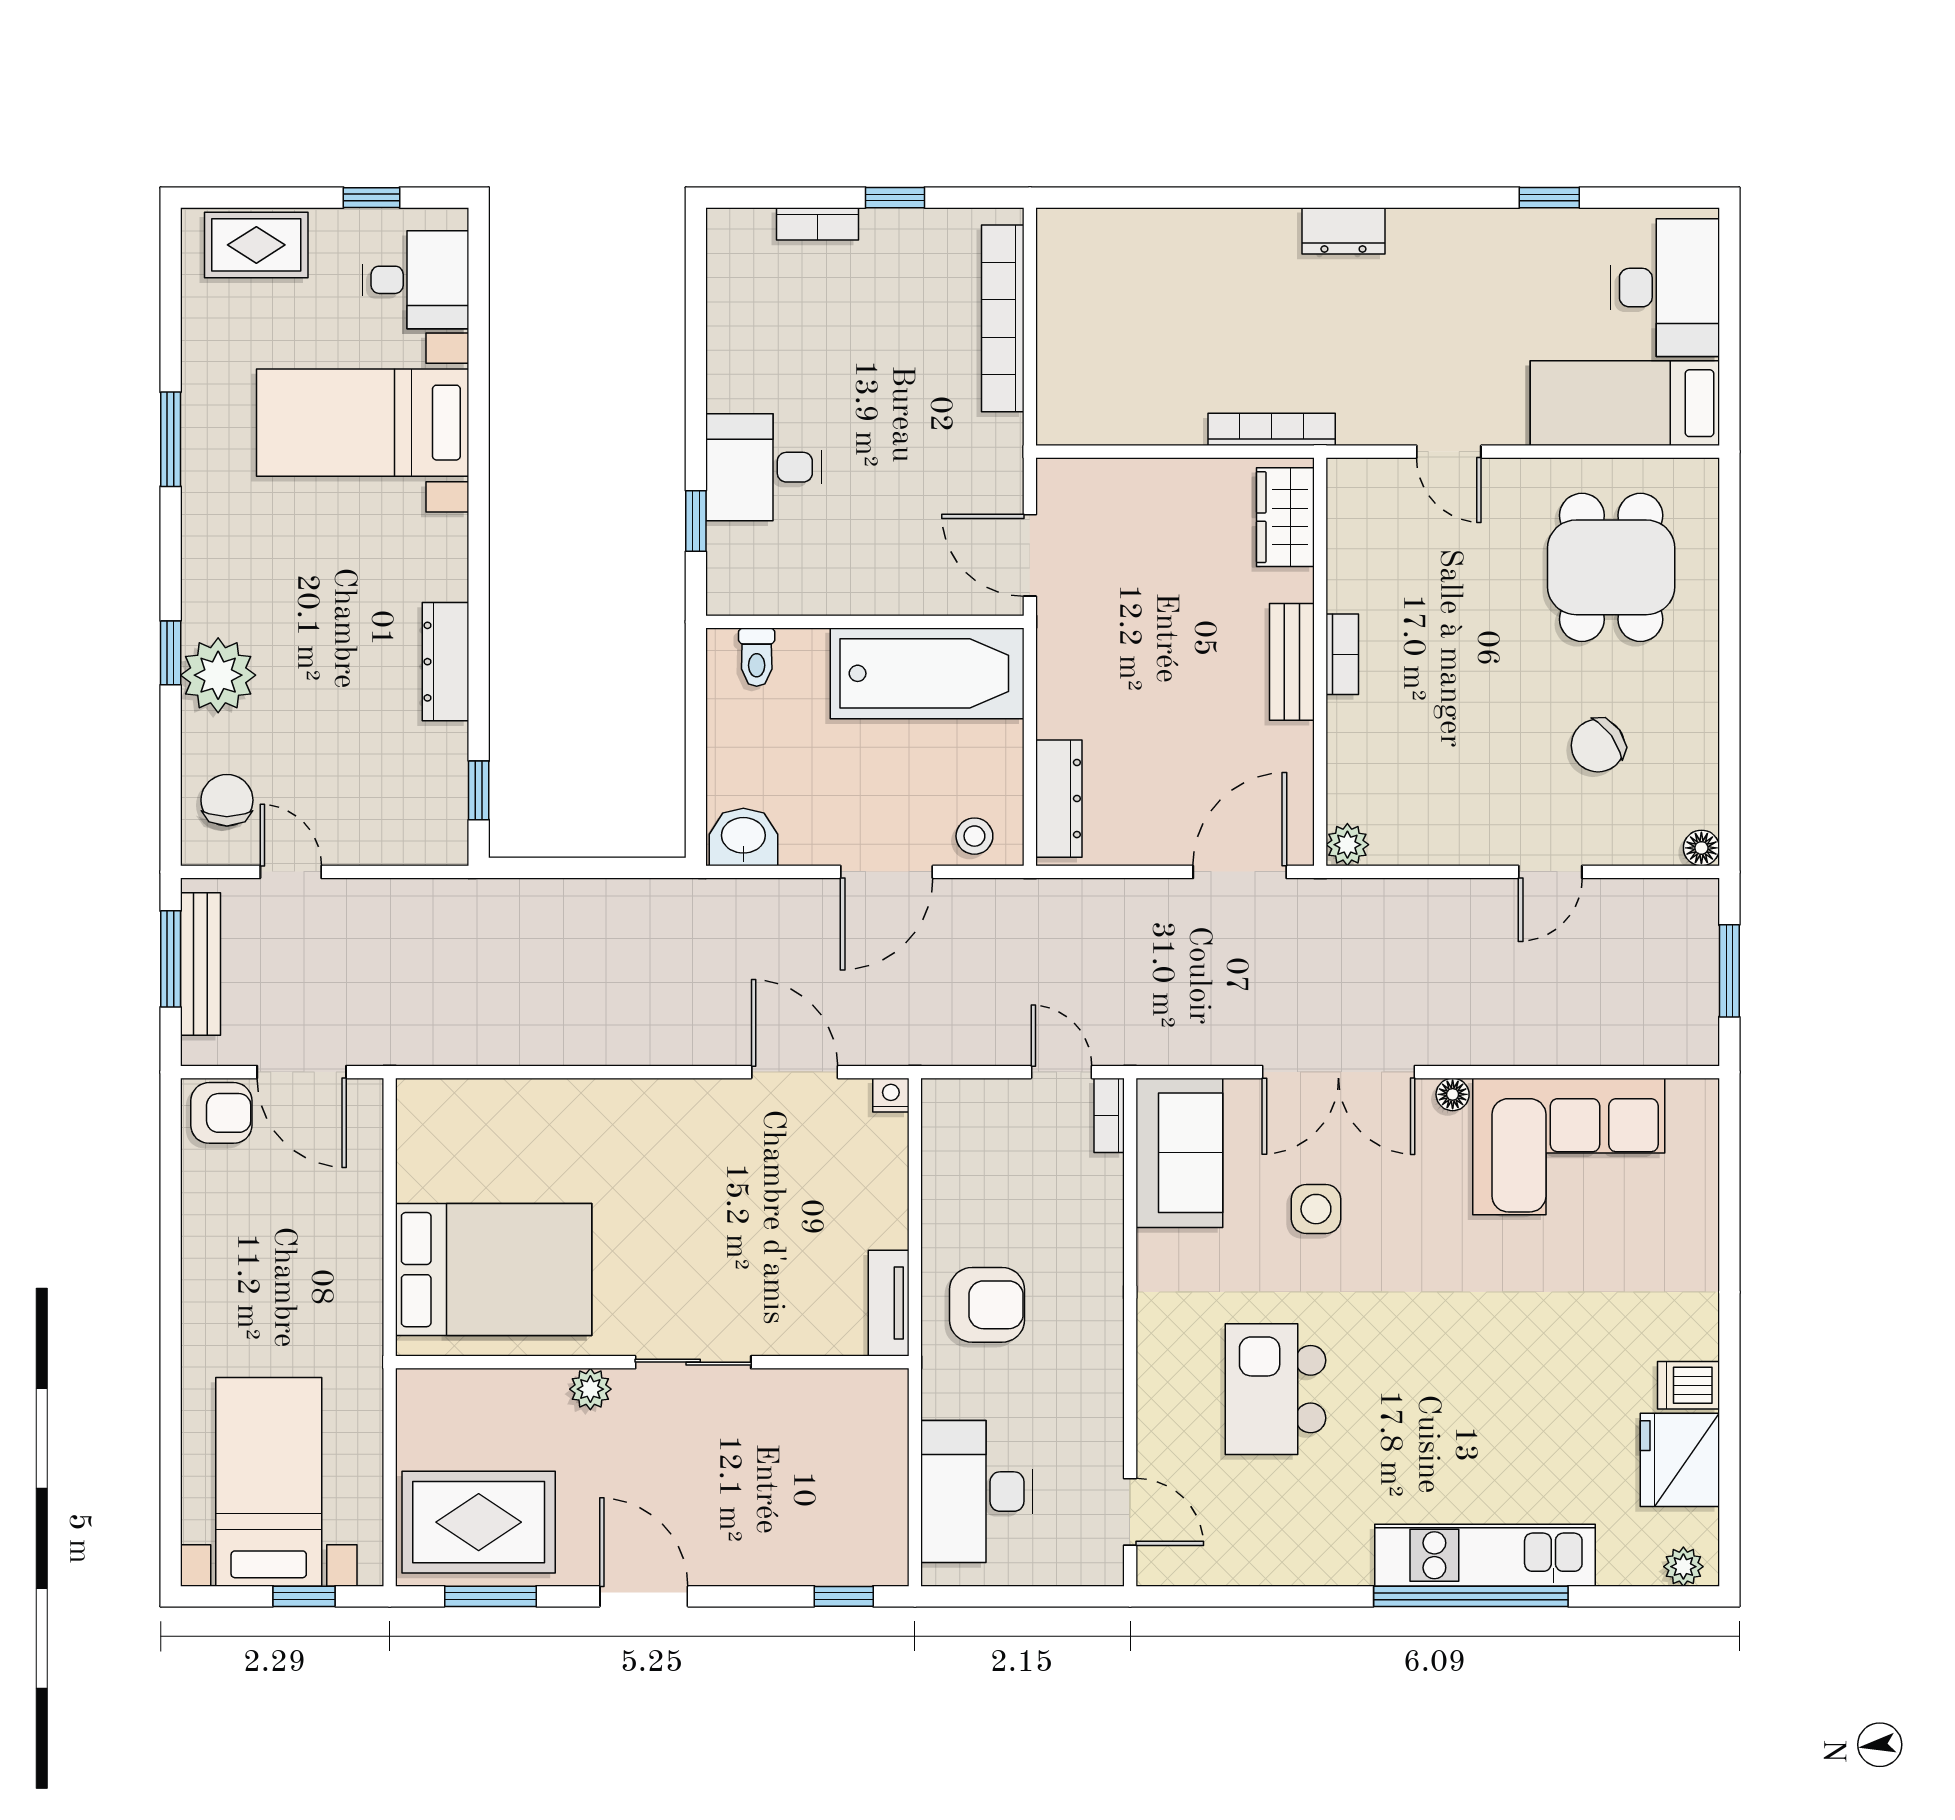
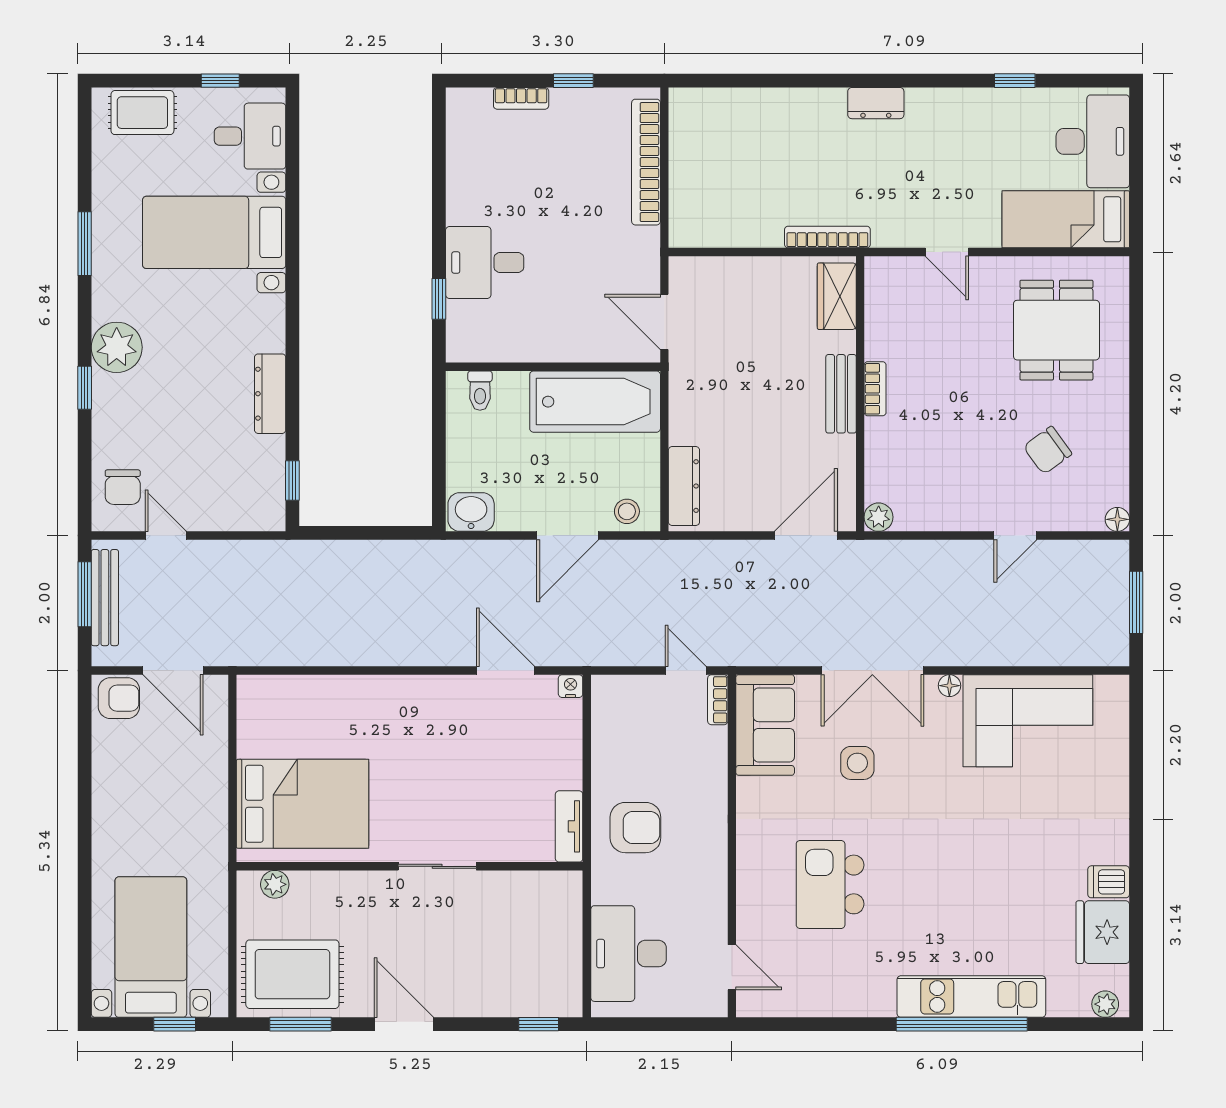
plant: (218, 675) -> (117, 347), moved
chair: (227, 800) -> (123, 487), turned 180
plant: (590, 1389) -> (275, 884), moved

